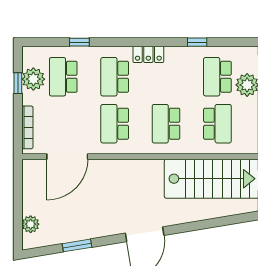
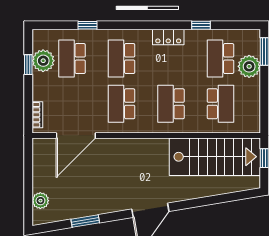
locker: (148, 54) -> (168, 37), moved
bookcase: (27, 127) -> (37, 115), width x0.64

